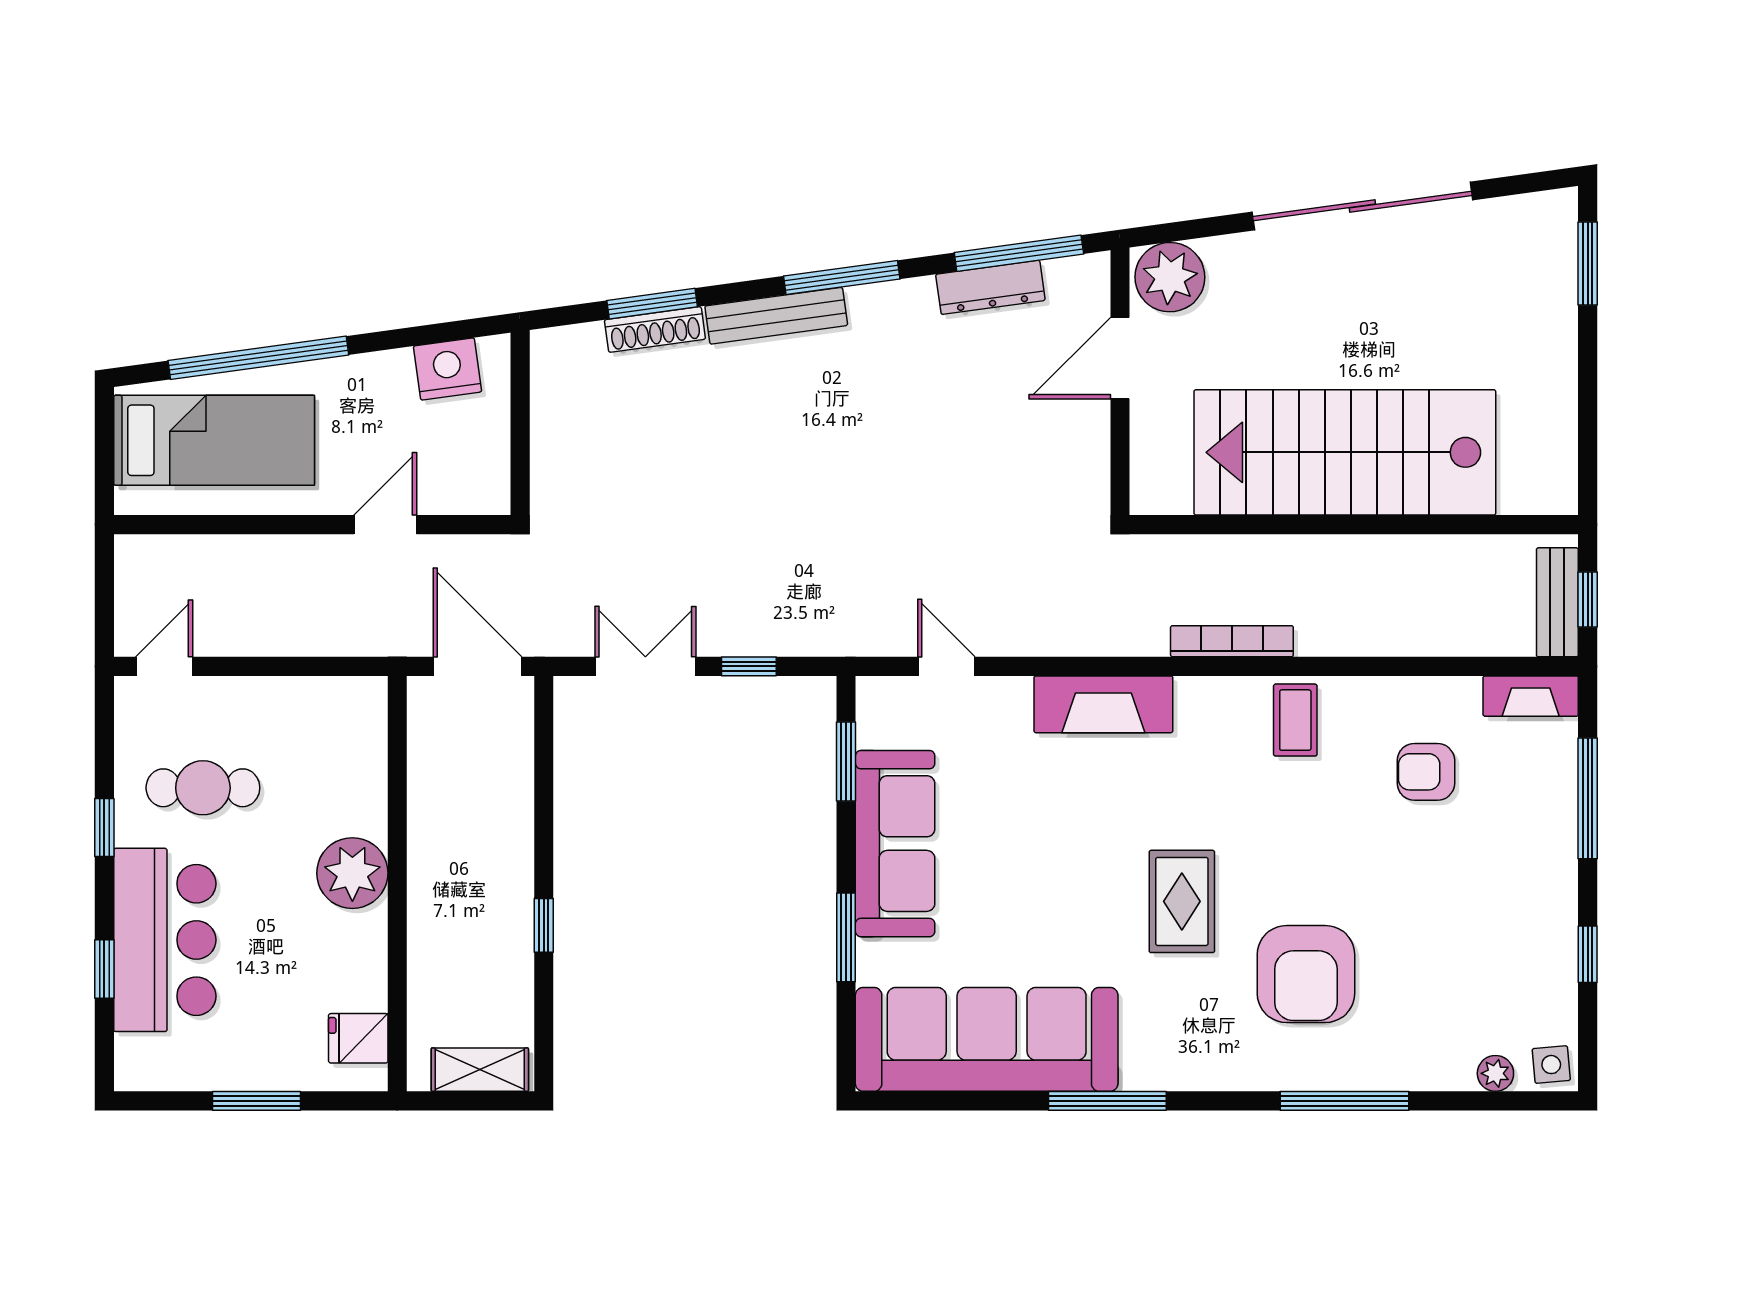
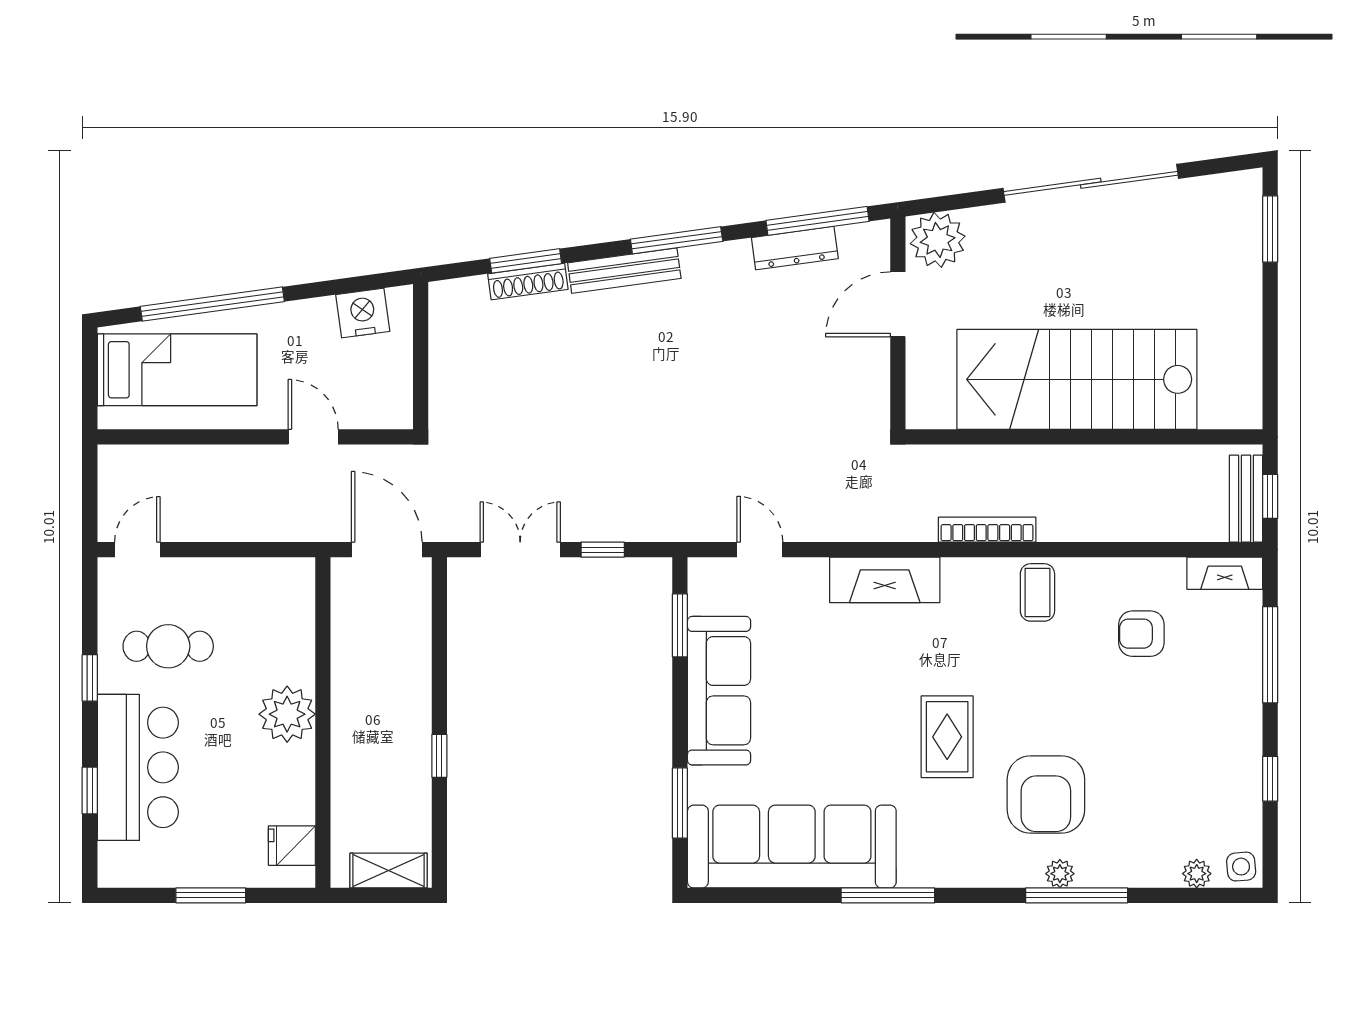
door: (385, 525) -> (313, 437), hinge flipped
window: (846, 937) -> (680, 803), moved
plant: (1323, 1073) -> (1060, 874), added

